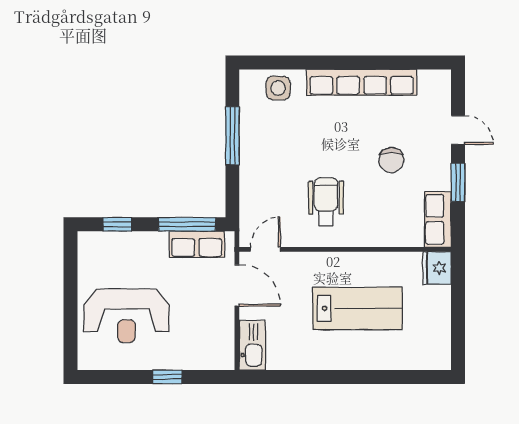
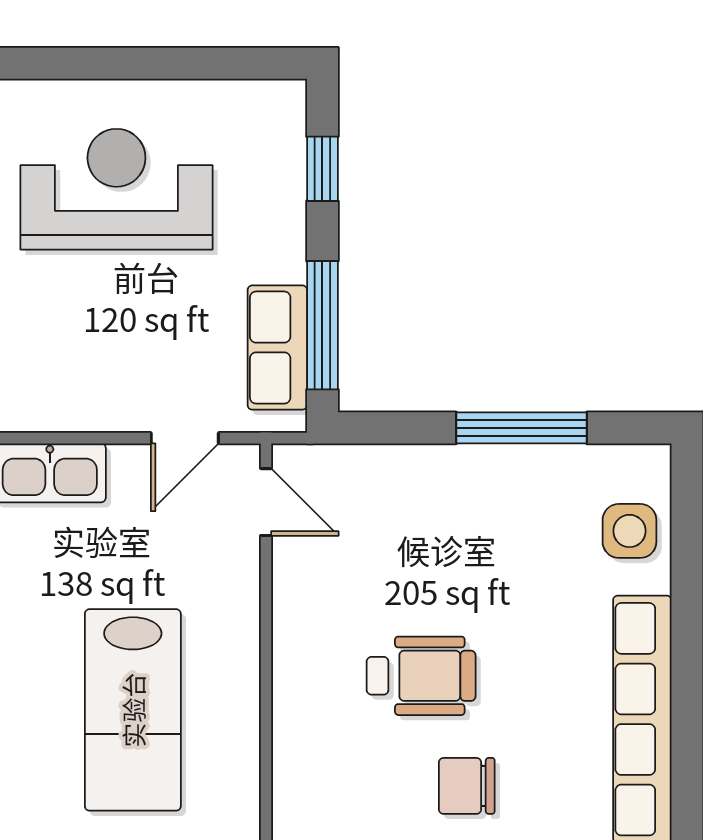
wheelchair: (326, 202) -> (421, 676), moved
door: (237, 285) -> (185, 438), width x0.73
reception desk: (126, 316) -> (116, 189), turned 90

